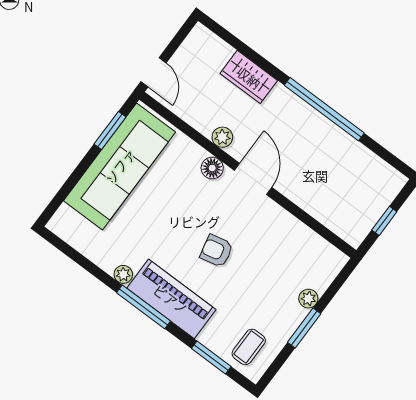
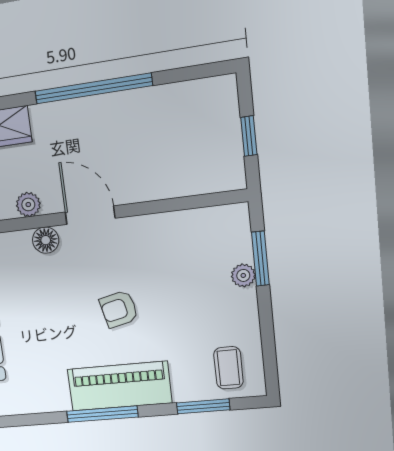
plant: (123, 274) -> (59, 402), removed
window: (304, 328) -> (260, 259), moved

